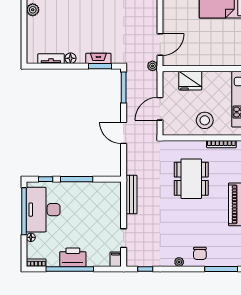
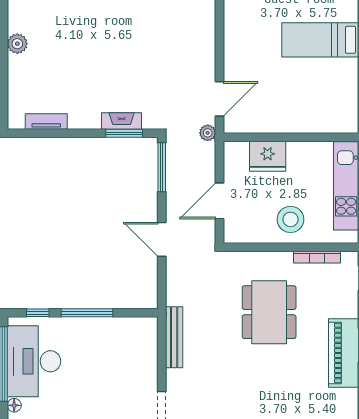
floor lamp: (70, 58) -> (77, 121), removed

